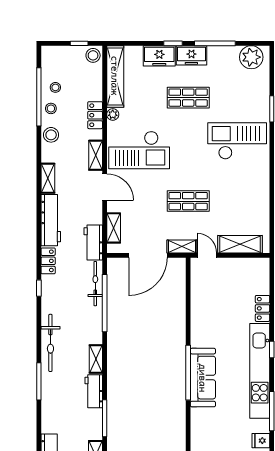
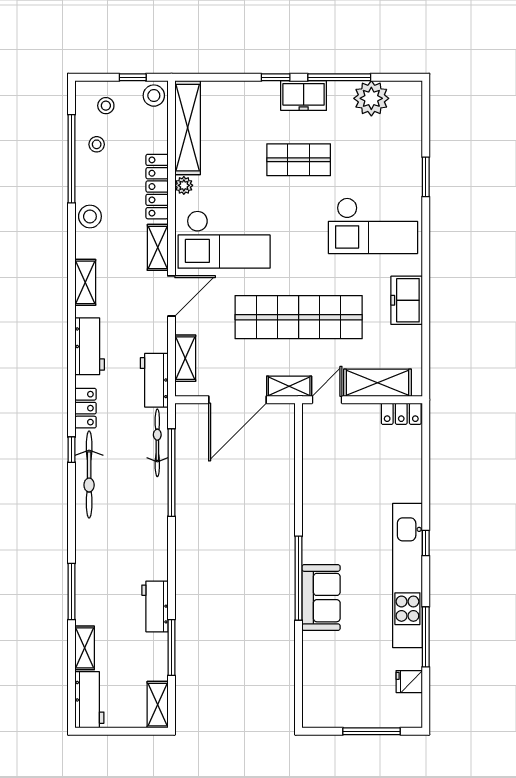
freezer: (159, 56) -> (407, 300), moved, turned 90
plant: (251, 57) -> (371, 98), moved
stool: (51, 108) -> (106, 106), moved
locker: (95, 115) -> (157, 187), width x1.53
checkout: (237, 141) -> (373, 226), turned 180
door: (105, 187) -> (171, 296), hinge flipped
shop shelf: (188, 201) -> (299, 317), width x2.00, depth x1.36
workbench: (51, 220) -> (90, 346), width x0.73
door: (207, 255) -> (327, 400), hinge flipped
locker: (263, 308) -> (401, 414), moved, turned -90
bicycle: (50, 343) -> (89, 475), moved
shelving: (96, 359) -> (85, 648), moved
sofa: (203, 378) -> (321, 598), width x0.73

